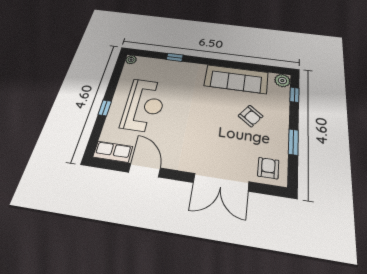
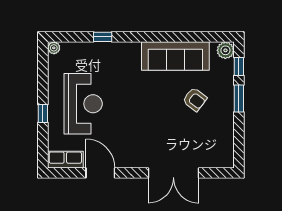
window: (293, 142) -> (239, 99), moved
armchair: (268, 168) -> (216, 152), removed

